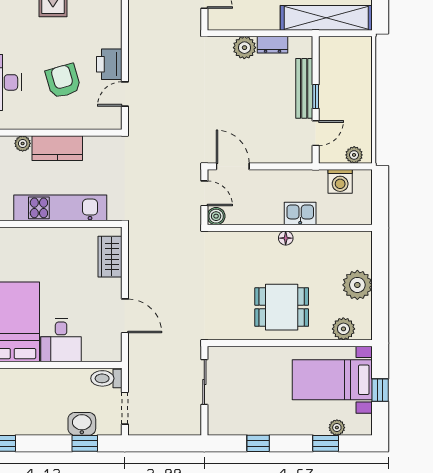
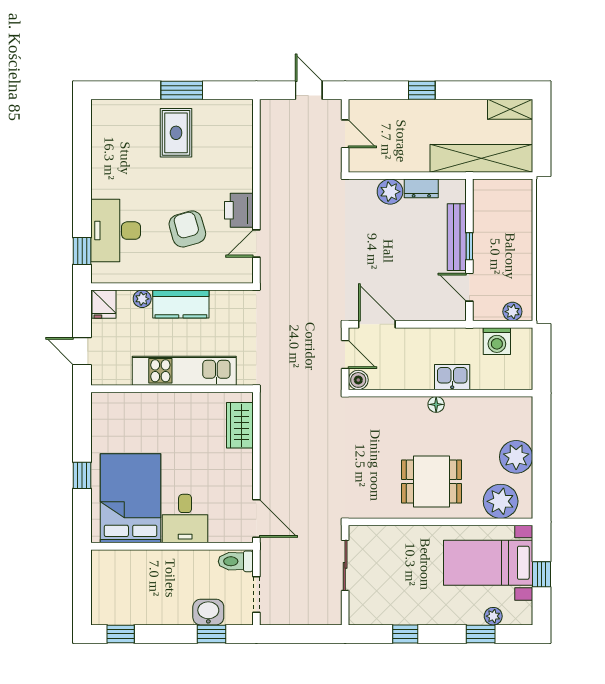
door: (316, 133) -> (469, 287), swing flipped
door: (125, 316) -> (256, 518), moved
plant: (343, 329) -> (501, 501), width x1.36, depth x1.36

